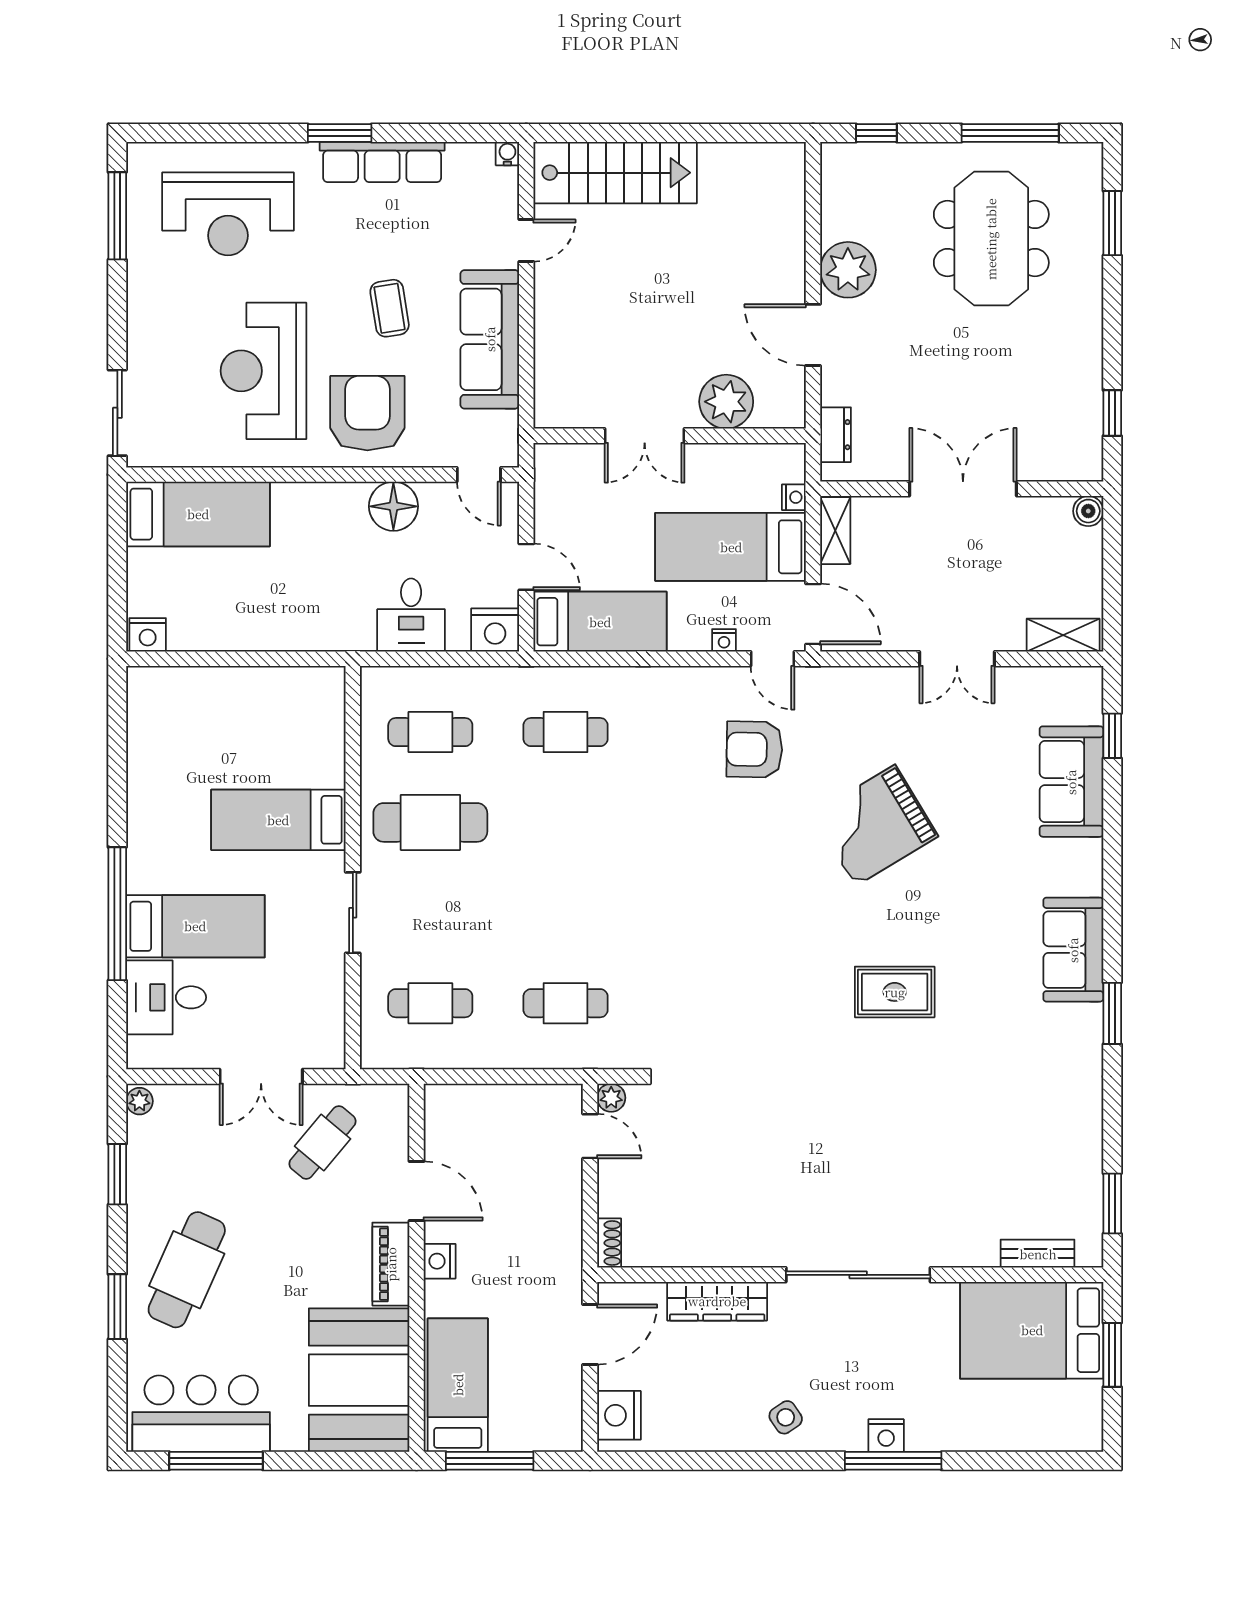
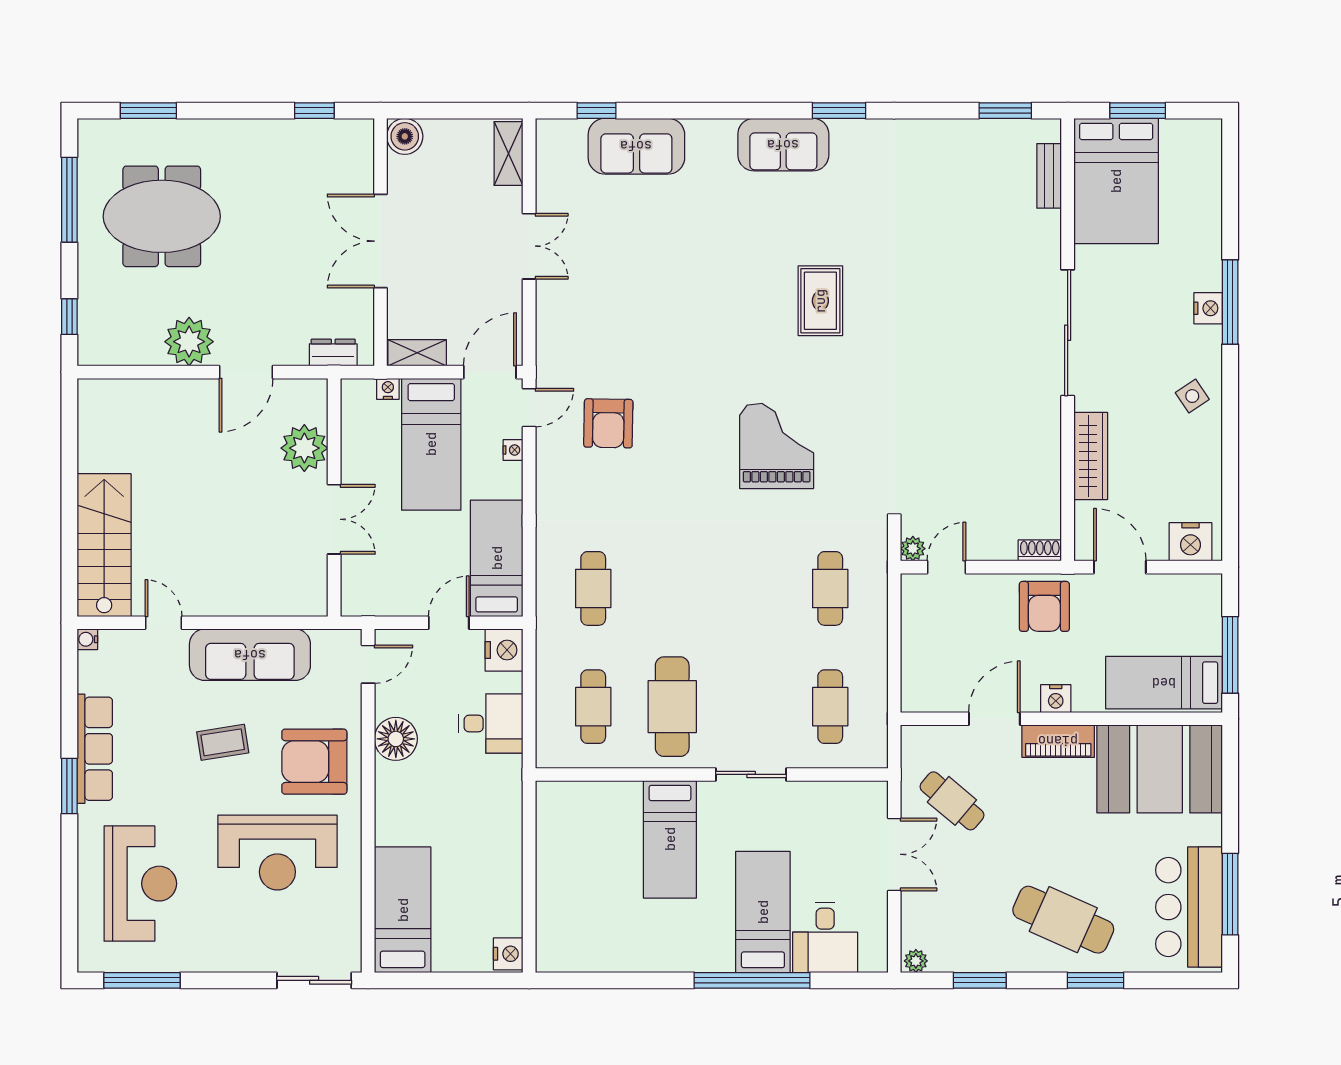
boiler: (1088, 511) -> (405, 136), width x1.36, depth x1.36
grand piano: (875, 825) -> (777, 446), moved, turned -149
armchair: (545, 1248) -> (1044, 606), added

